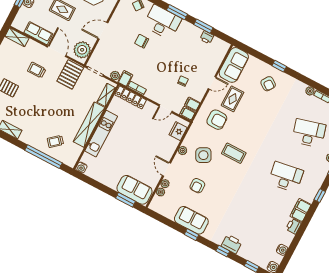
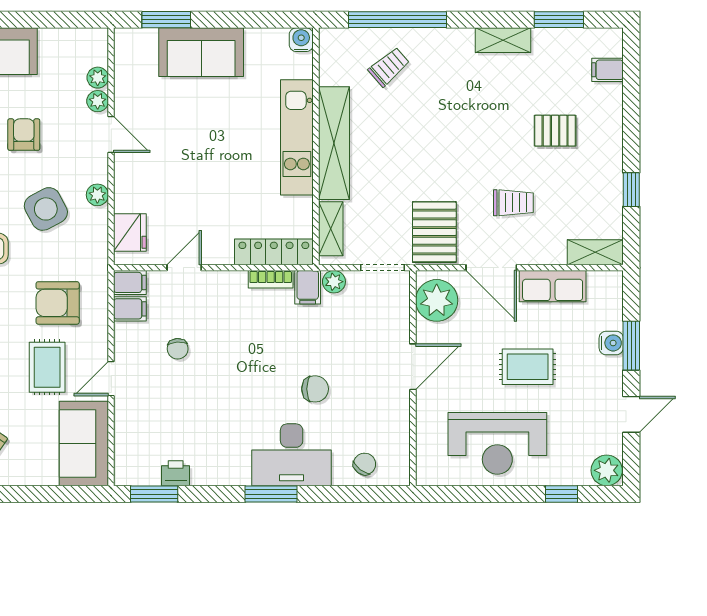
window: (203, 26) -> (154, 494), moved
sofa: (134, 190) -> (201, 52), moved

